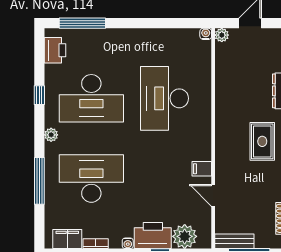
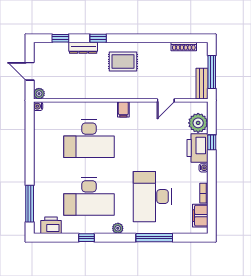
desk: (91, 98) -> (89, 197), turned 90
filing cabinet: (202, 169) -> (123, 109), moved

